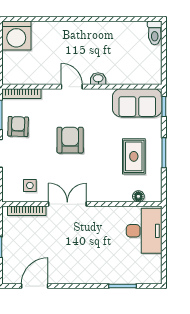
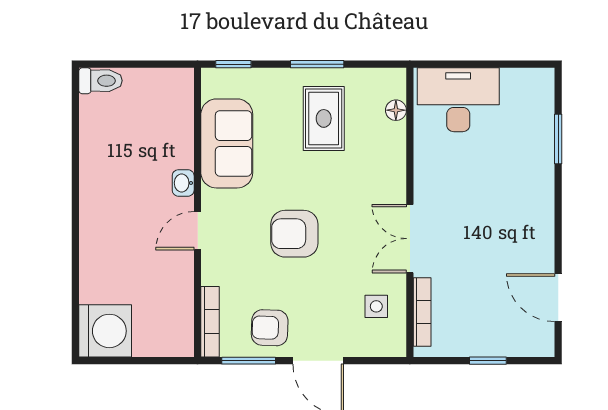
sofa: (137, 103) -> (227, 143), moved
rug: (134, 156) -> (324, 118), turned 90

